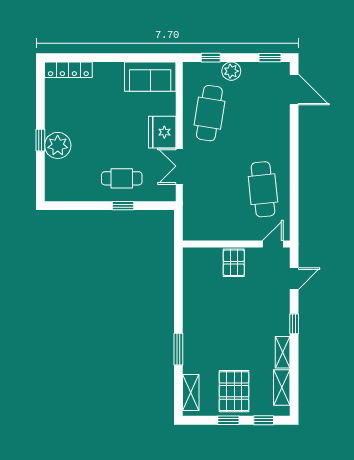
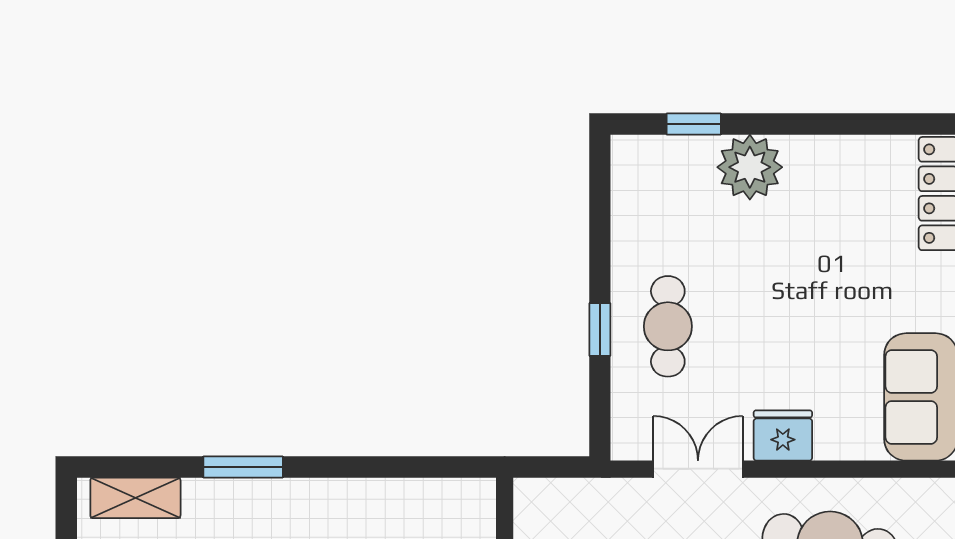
fridge: (162, 132) -> (783, 436), width x0.73, depth x0.75
window: (40, 140) -> (694, 124), moved

